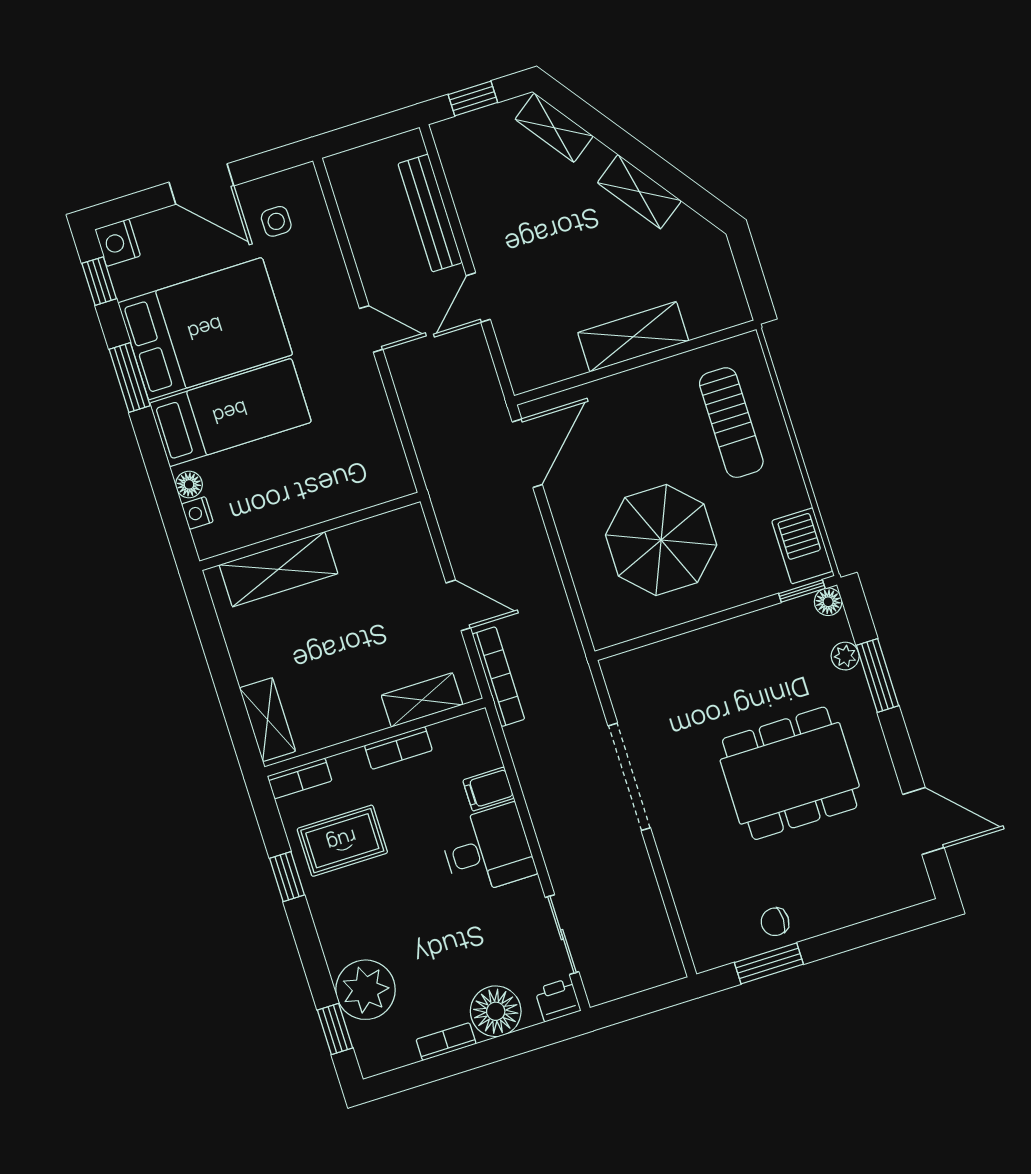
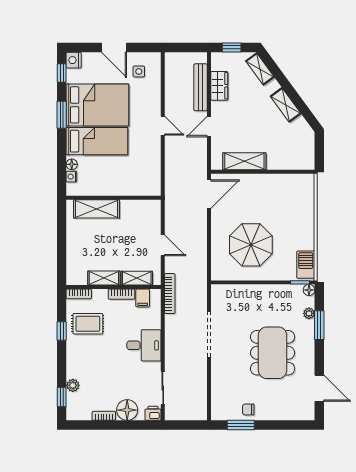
wardrobe: (472, 196) -> (219, 86), added
shelving: (633, 337) -> (244, 161), moved
sun lounger: (731, 423) -> (293, 207), removed
bookcase: (498, 677) -> (170, 294), moved
shelving: (268, 720) -> (104, 278), moved, turned 90
dining table: (790, 773) -> (273, 353), turned 90
filing cabinet: (488, 789) -> (143, 298), moved, turned -90
plant: (366, 990) -> (73, 385), width x0.53, depth x0.53

